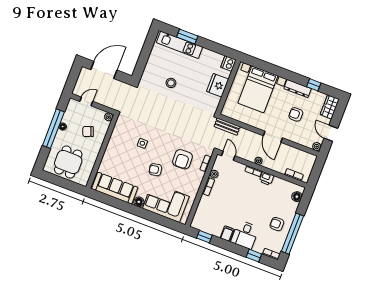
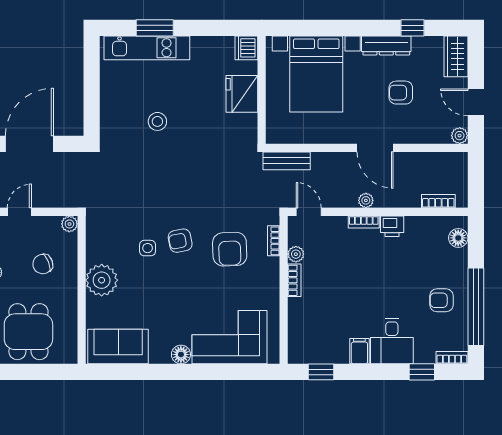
plant: (114, 150) -> (102, 280), added
armchair: (155, 170) -> (180, 241), moved
sofa: (115, 188) -> (118, 347), width x0.73

